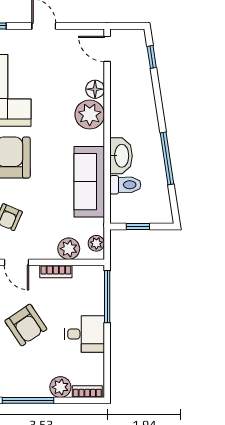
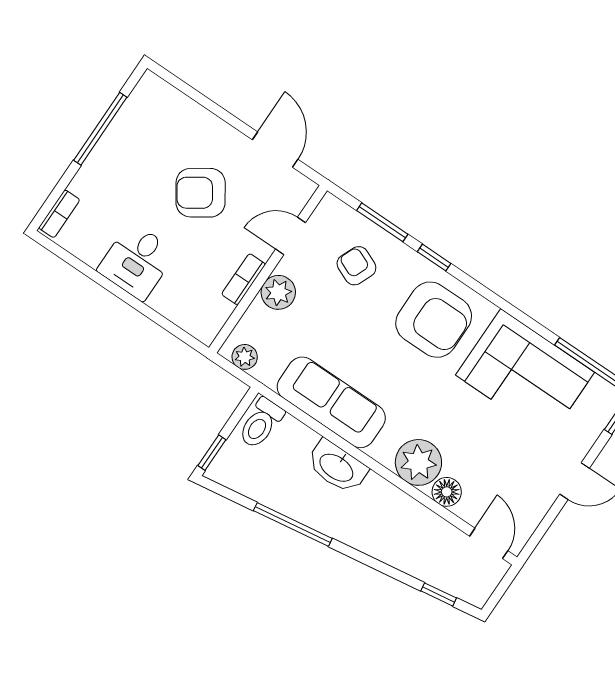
door: (107, 49) -> (489, 543), hinge flipped
toilet: (125, 185) -> (261, 423), moved
window: (138, 226) -> (212, 453), moved
plant: (69, 249) -> (278, 292), moved
window: (107, 297) -> (166, 324), removed
plant: (60, 387) -> (89, 183), removed

